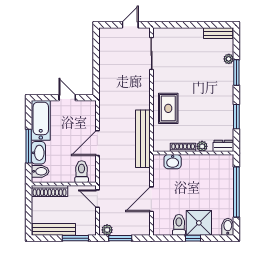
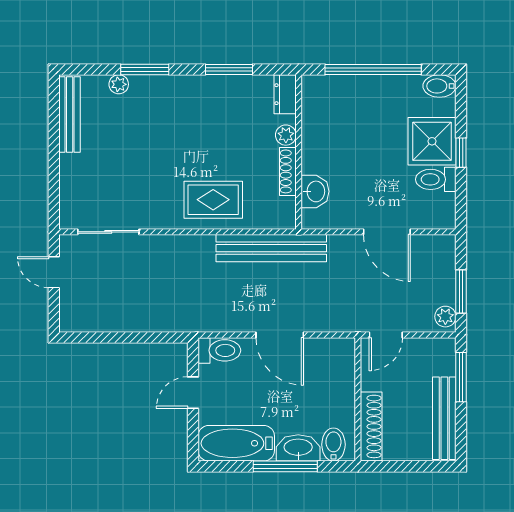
bench: (218, 33) -> (70, 114), width x1.36
toilet: (82, 172) -> (219, 350), moved, turned 180

